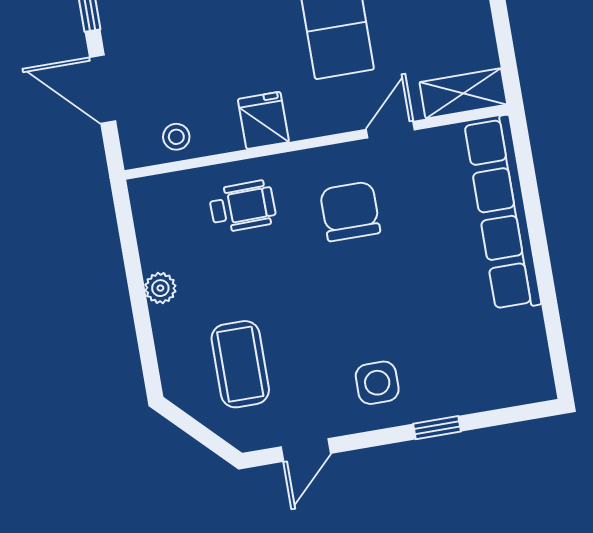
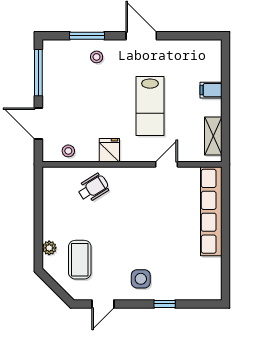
shelving: (463, 93) -> (213, 136), moved, turned 90
wheelchair: (243, 206) -> (93, 188), turned -31
chair: (350, 211) -> (142, 198), removed
plant: (160, 288) -> (49, 248), moved

